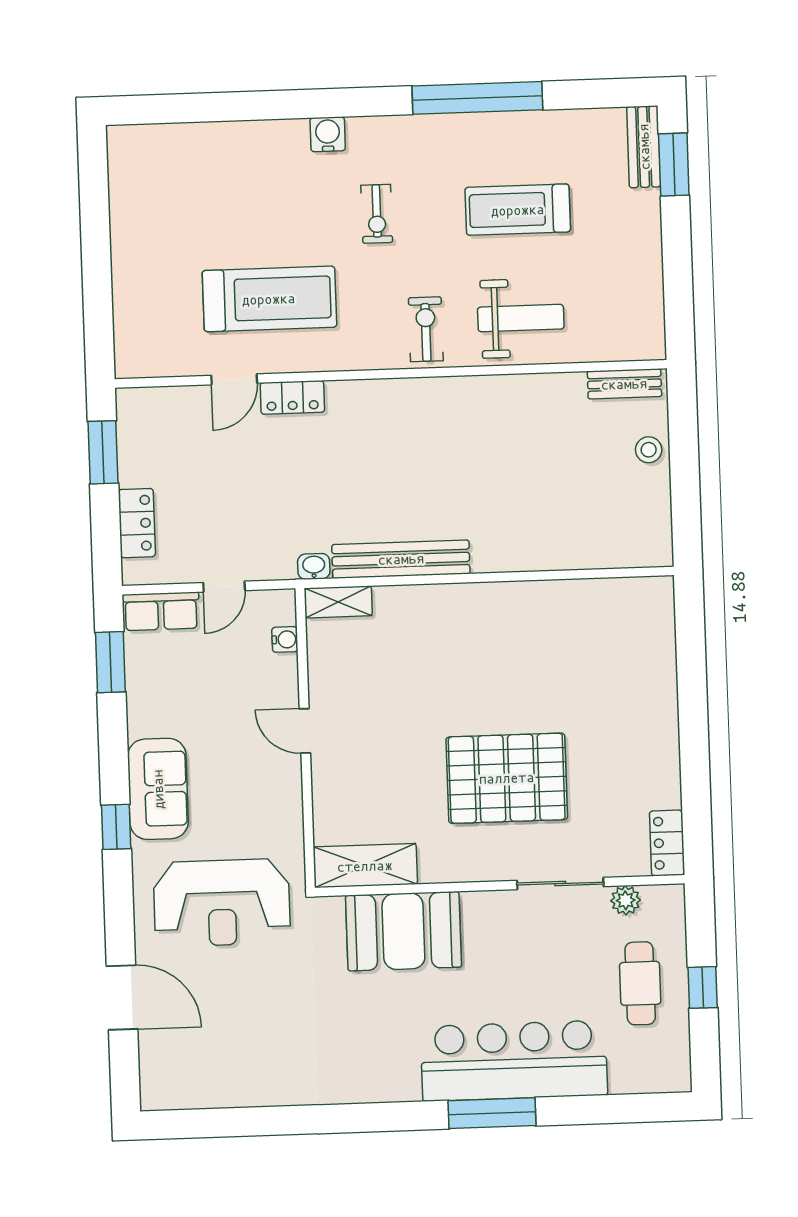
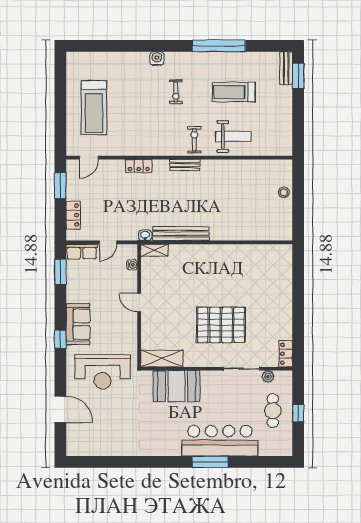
treadmill: (269, 299) -> (94, 108), moved, turned 90
door: (234, 379) -> (89, 158), moved
bench: (624, 384) -> (185, 165), moved

